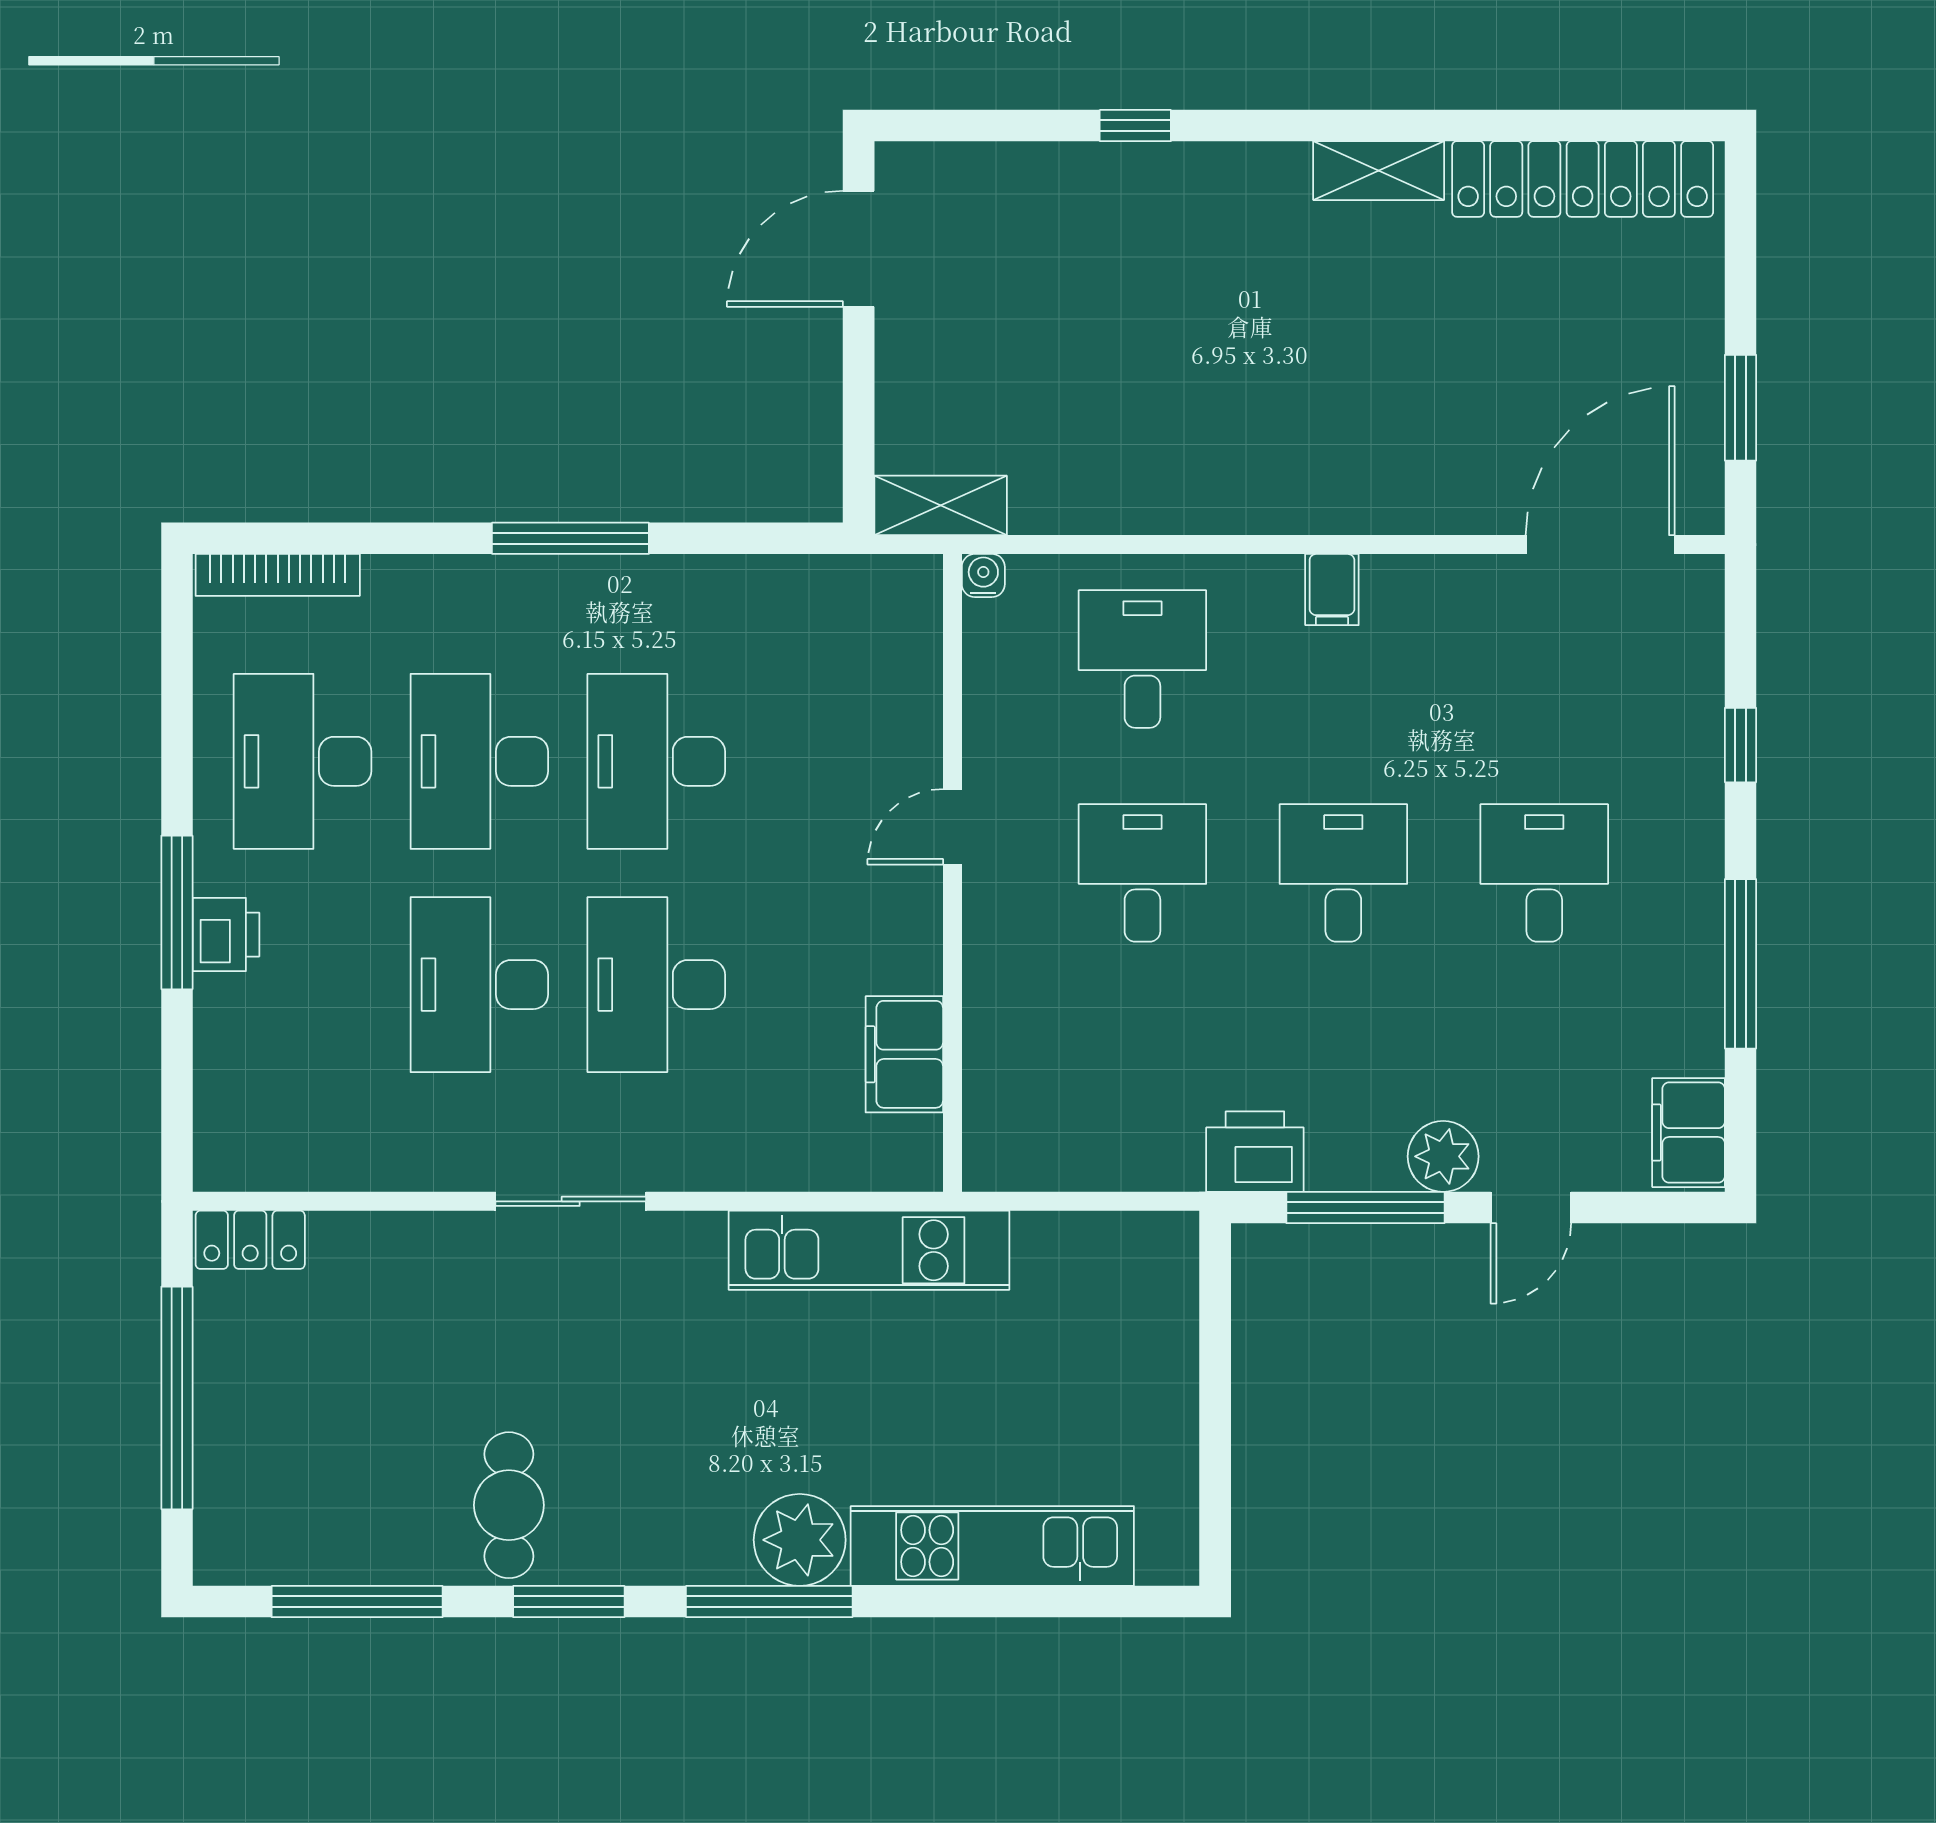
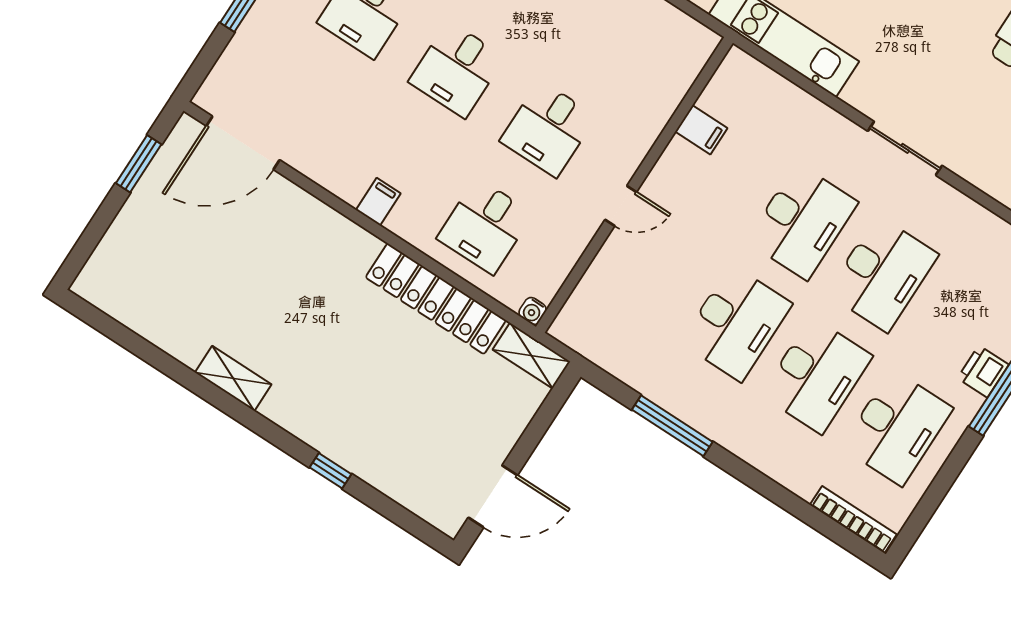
locker: (1583, 179) -> (436, 299), moved, turned 180
window: (570, 538) -> (672, 426), moved
filing cabinet: (904, 1054) -> (701, 130), width x0.50

